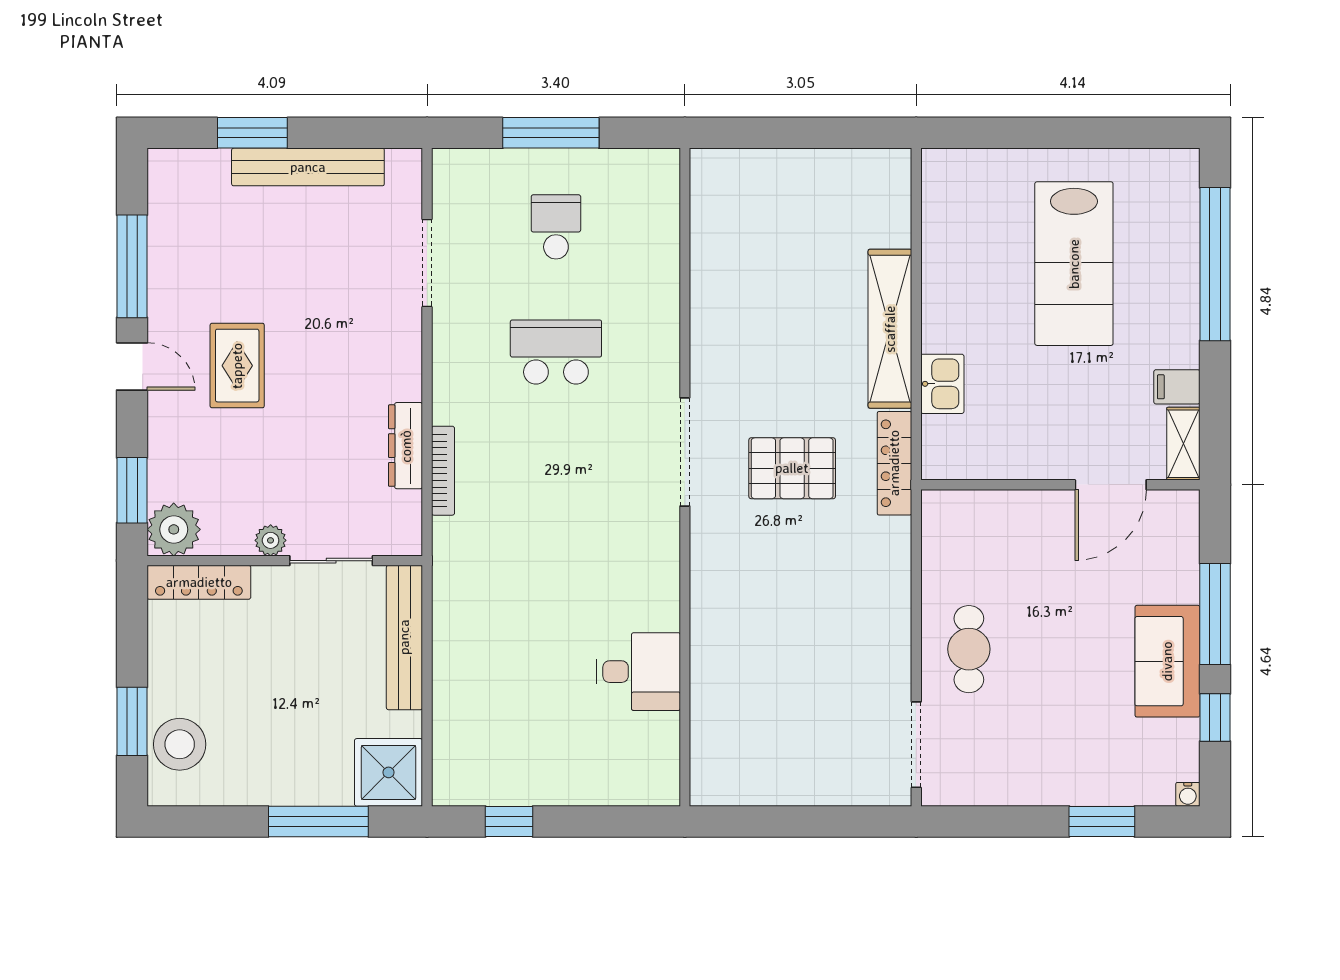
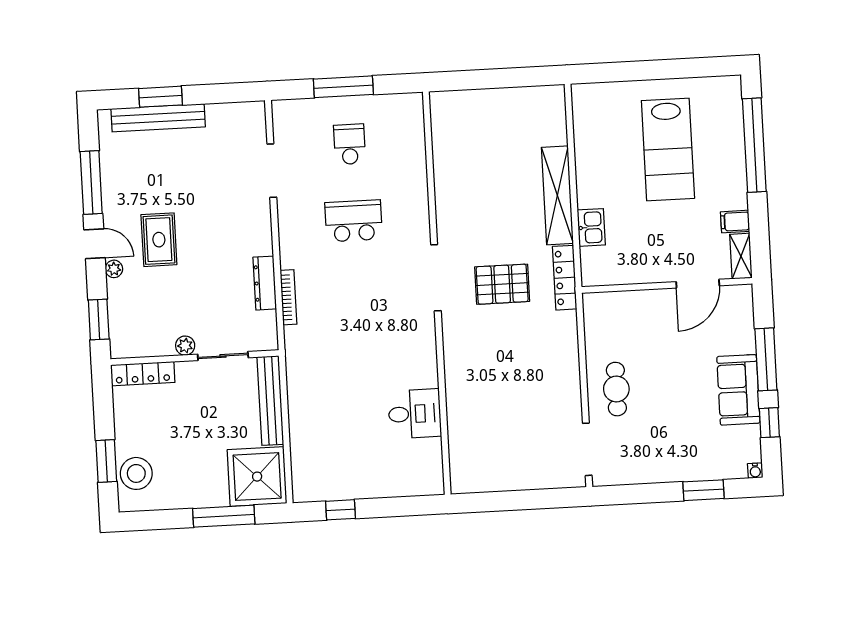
bench: (308, 167) -> (158, 118), moved
plant: (174, 529) -> (114, 269), moved, width x0.53, depth x0.53
shower: (389, 772) -> (257, 477), width x1.37, depth x1.37

